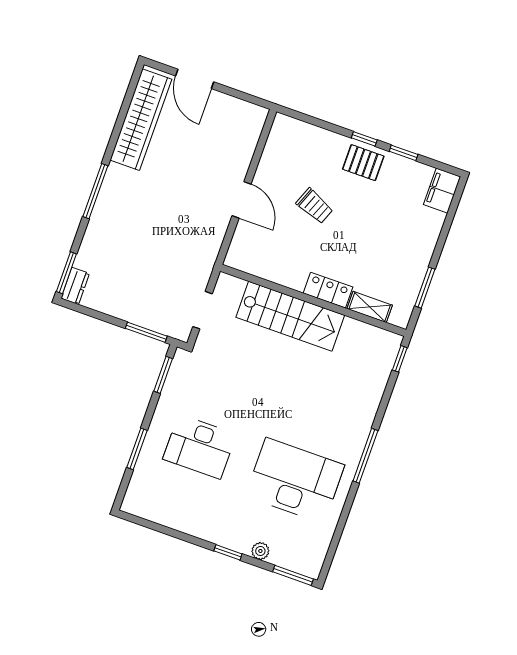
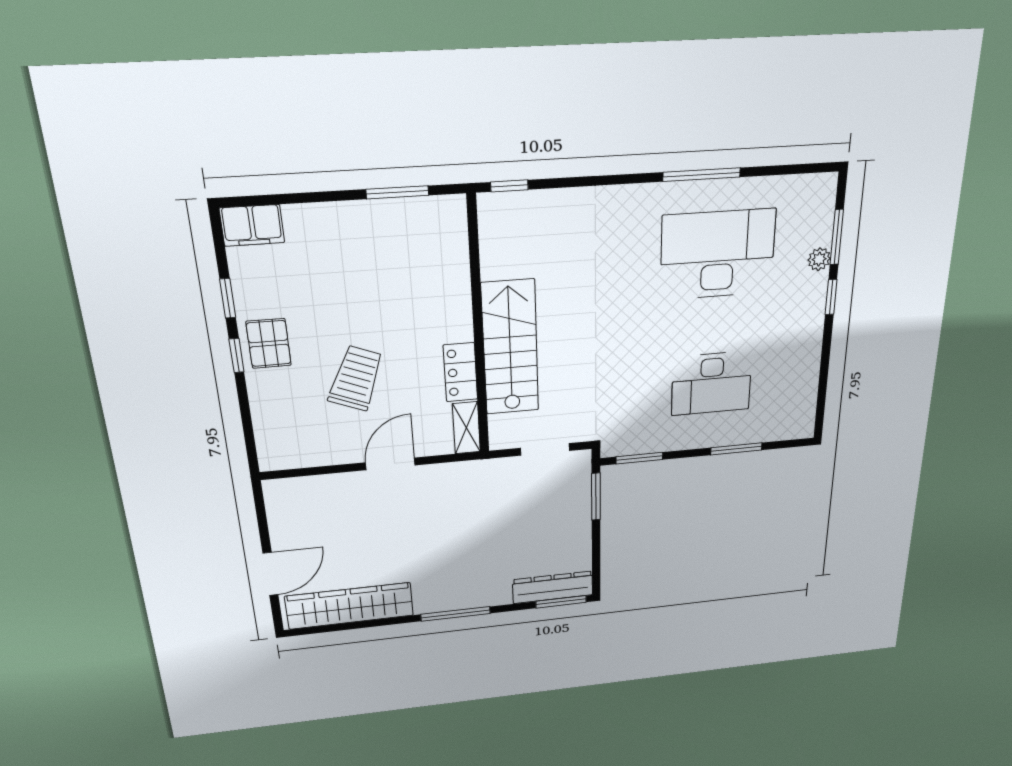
trolley: (315, 206) -> (356, 378), width x1.36, depth x1.39
dresser: (75, 286) -> (553, 587), width x1.96, depth x1.24
locker: (328, 290) -> (460, 372), moved
shelving: (370, 307) -> (466, 428), moved
desk: (200, 447) -> (712, 383), turned 90
window: (365, 456) -> (702, 175), moved
desk: (295, 480) -> (718, 254), turned 90
window: (293, 575) -> (837, 237), moved

